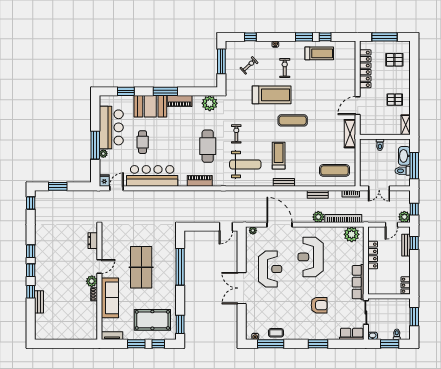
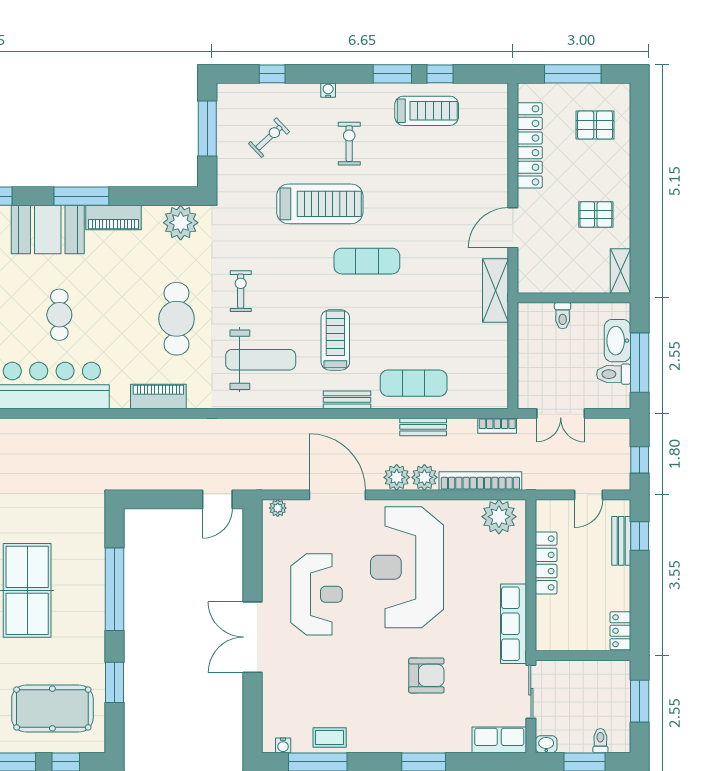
cafe table: (143, 142) -> (59, 315), moved
exercise mat: (335, 170) -> (414, 383), moved
plant: (404, 217) -> (397, 477), moved
reception desk: (311, 257) -> (407, 567), width x1.36, depth x1.30
window: (180, 324) -> (114, 682), moved

